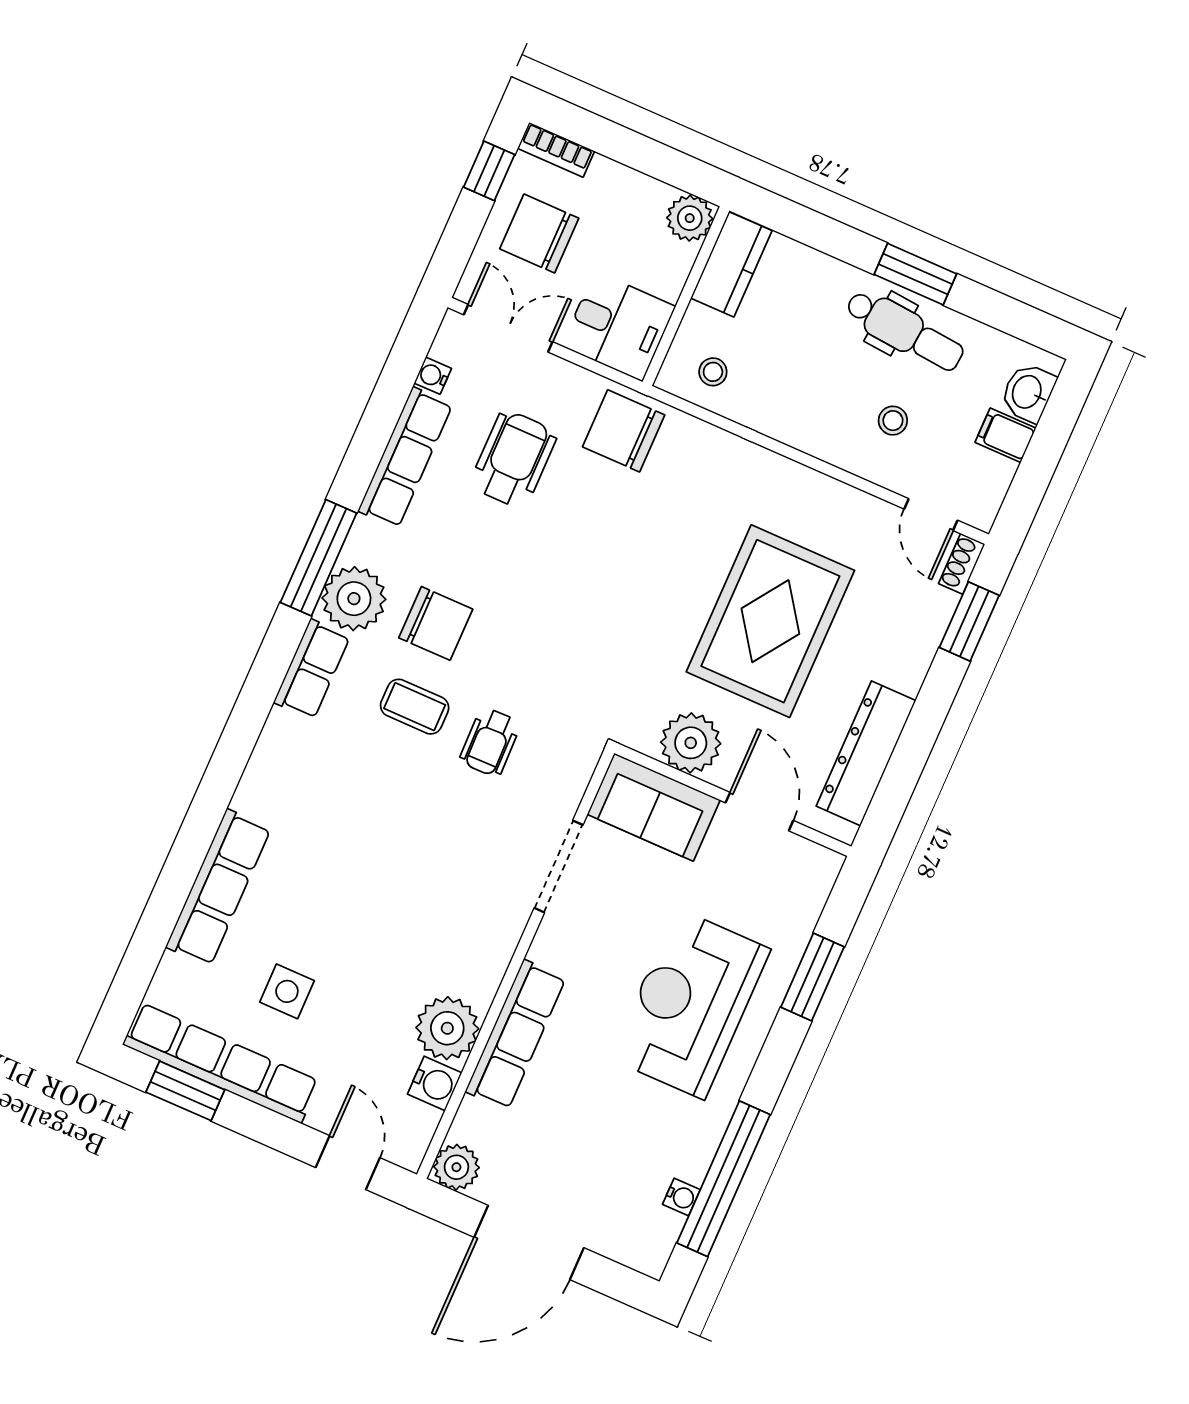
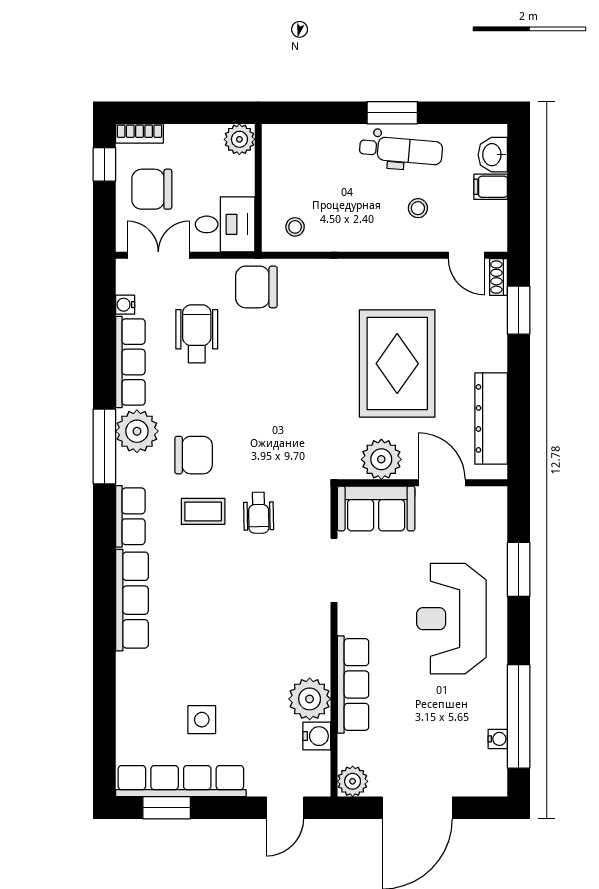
kitchen counter: (731, 264) -> (277, 156), removed
plant: (354, 599) -> (137, 431), moved
row of seats: (218, 888) -> (132, 600), moved
door: (348, 1163) -> (285, 808), swing flipped

